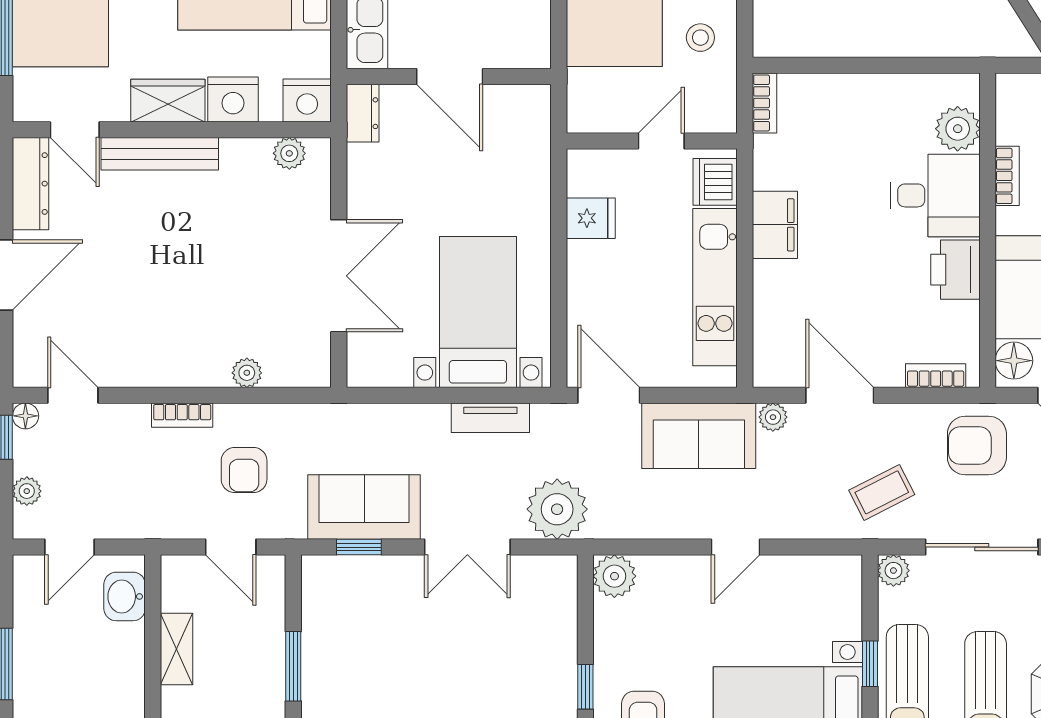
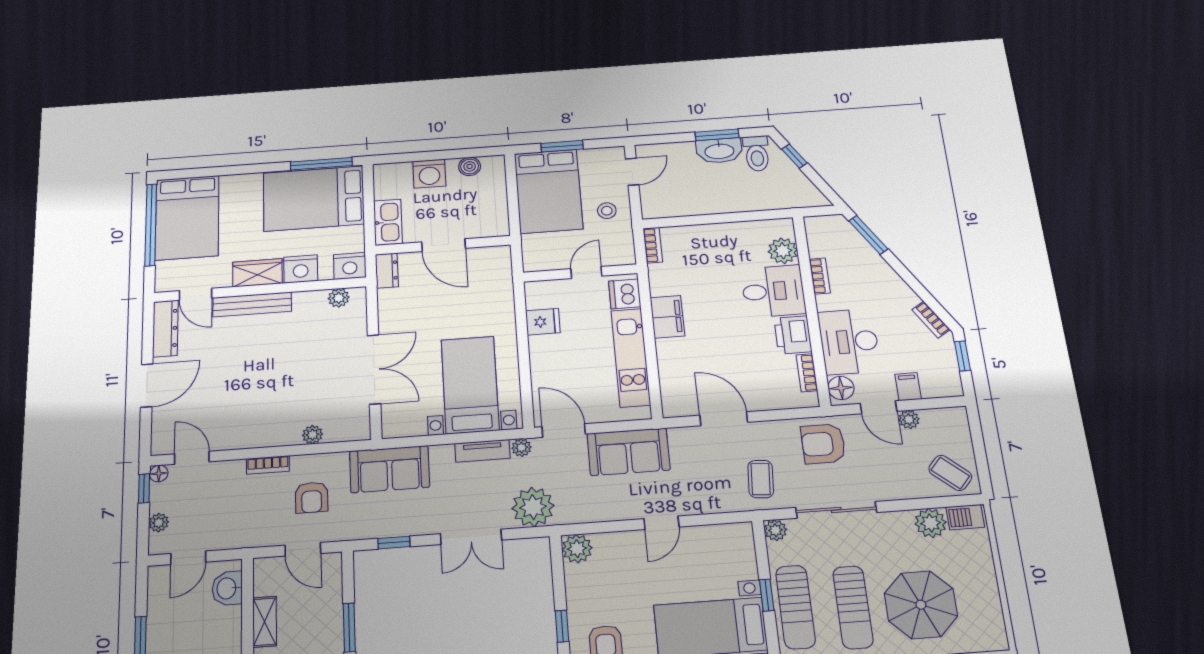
bookcase: (936, 376) -> (807, 373), moved, turned -90
plant: (773, 417) -> (521, 448), moved
coffee table: (882, 492) -> (761, 479), turned -59
sofa: (364, 507) -> (390, 469), moved, turned 180

